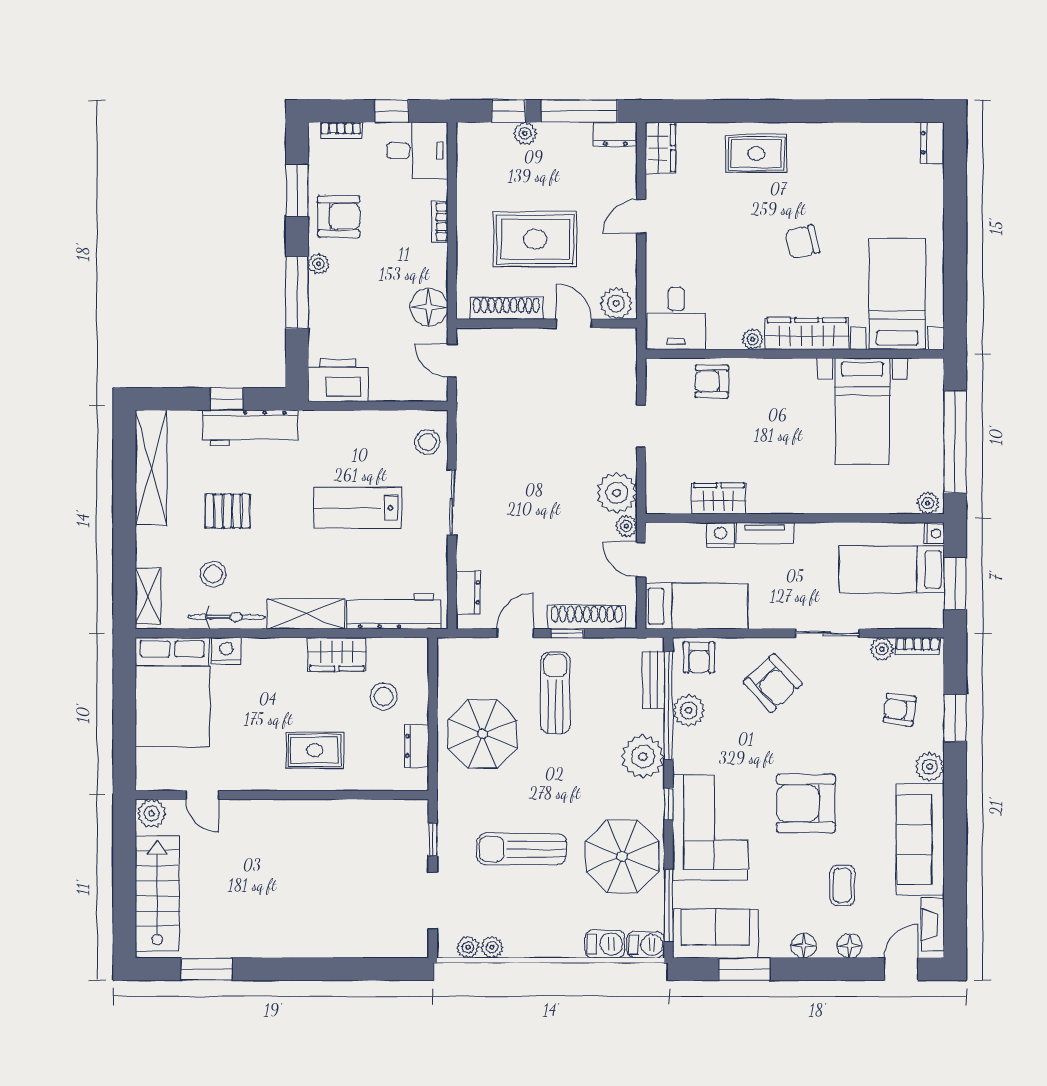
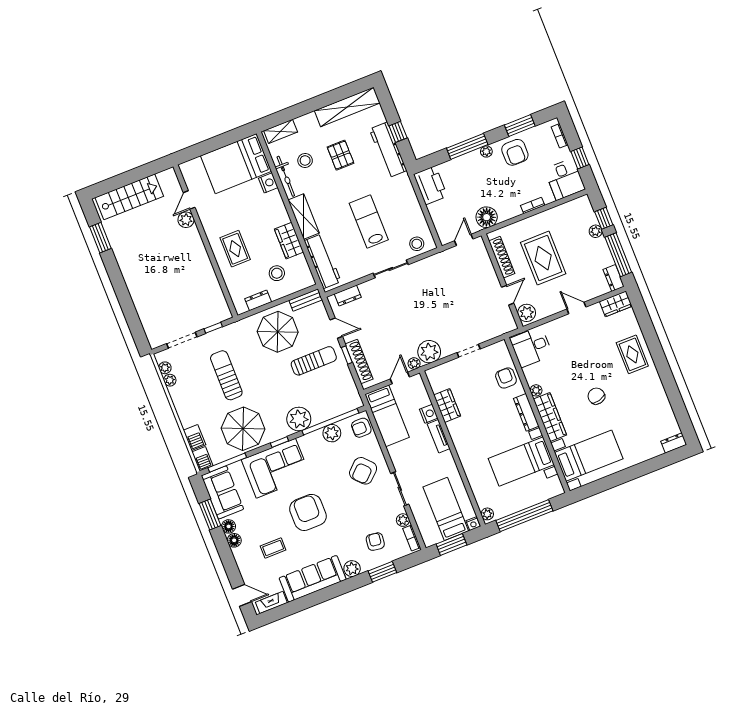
dresser: (783, 370) -> (526, 412), added
bench: (654, 680) -> (306, 300), moved
plant: (151, 813) -> (186, 220), moved
floor lamp: (850, 946) -> (229, 526), moved

